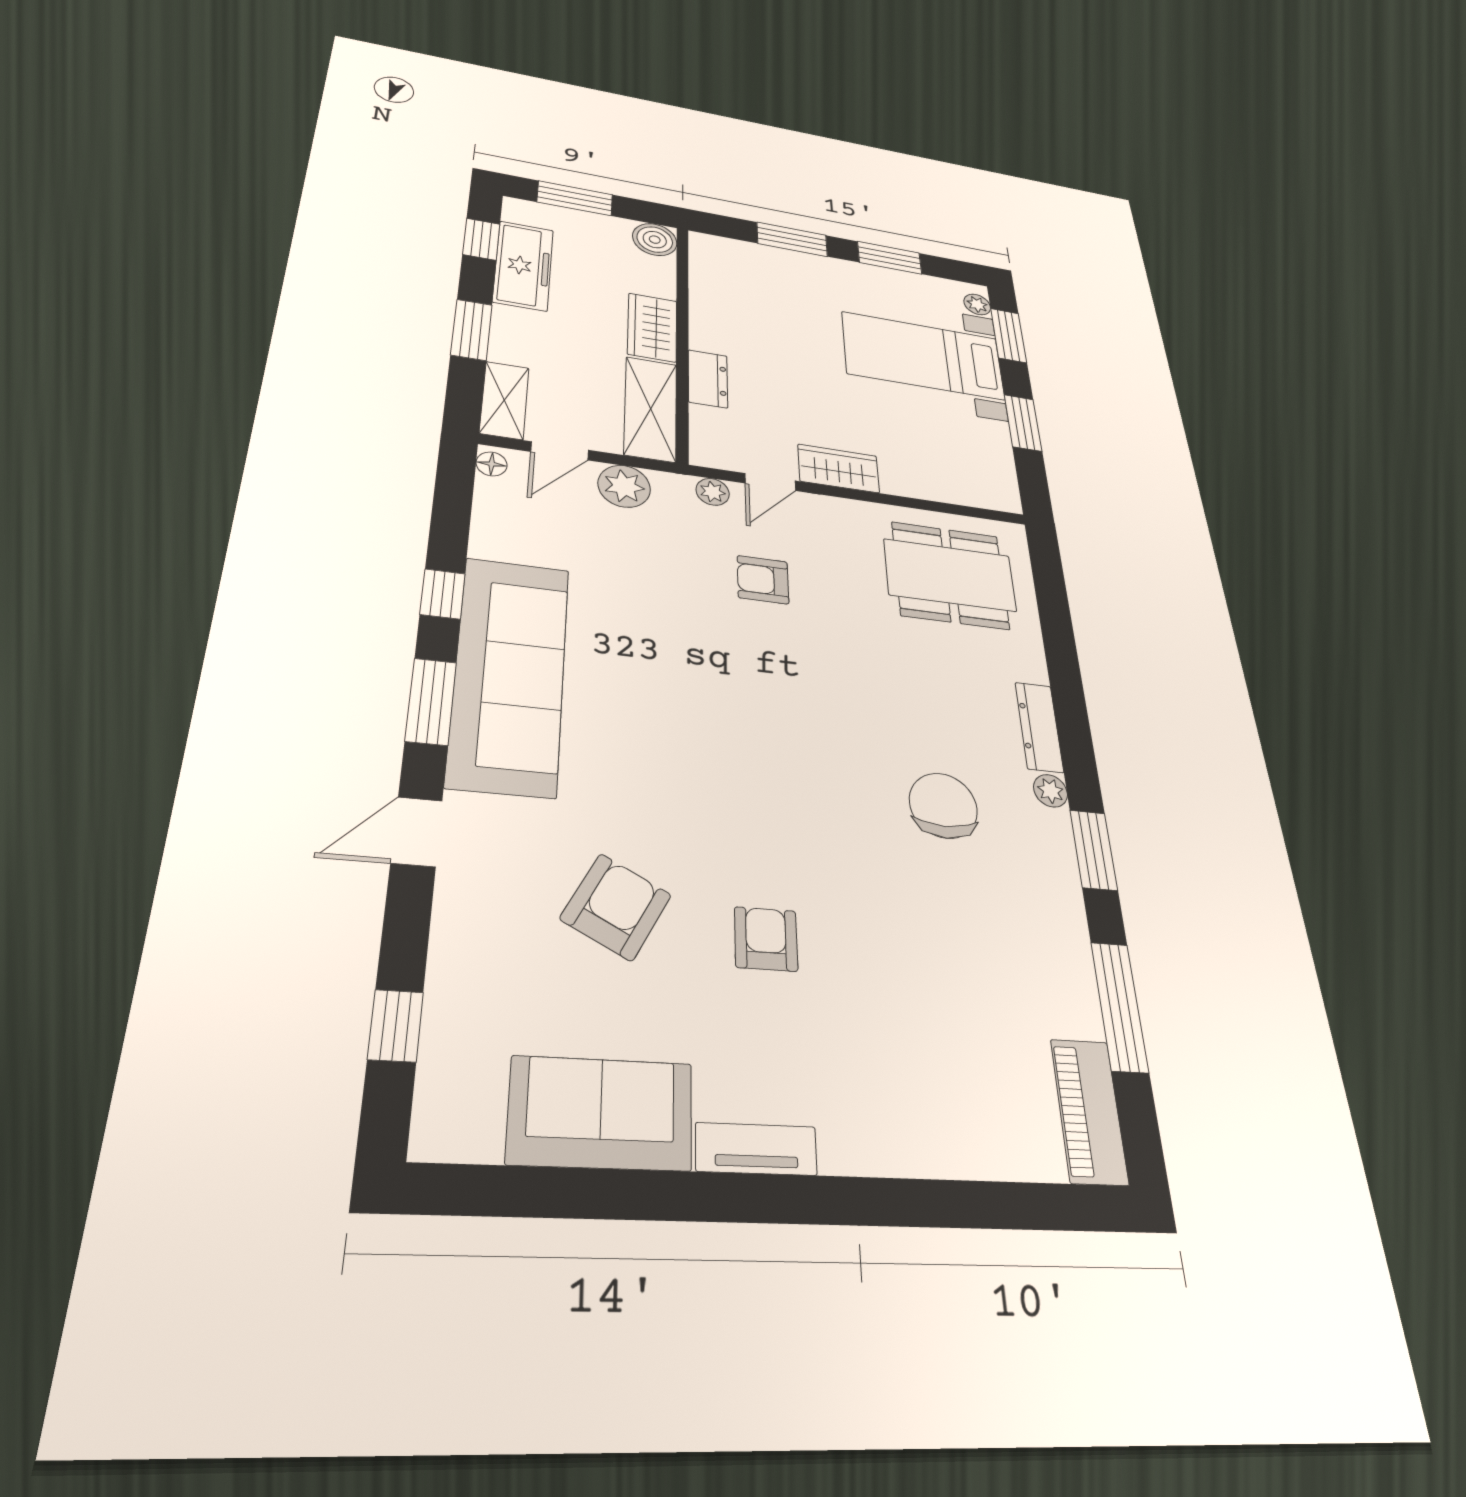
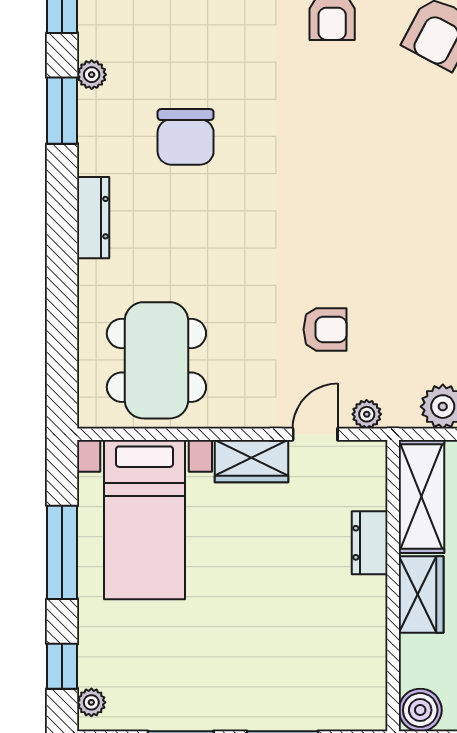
window: (1009, 336) -> (62, 666), width x0.67
bed with nightstands: (923, 356) -> (144, 520), moved, turned 90
window: (1023, 423) -> (62, 552), width x1.44
dining table: (950, 575) -> (156, 360), turned 90
plant: (1051, 791) -> (92, 75), moved

